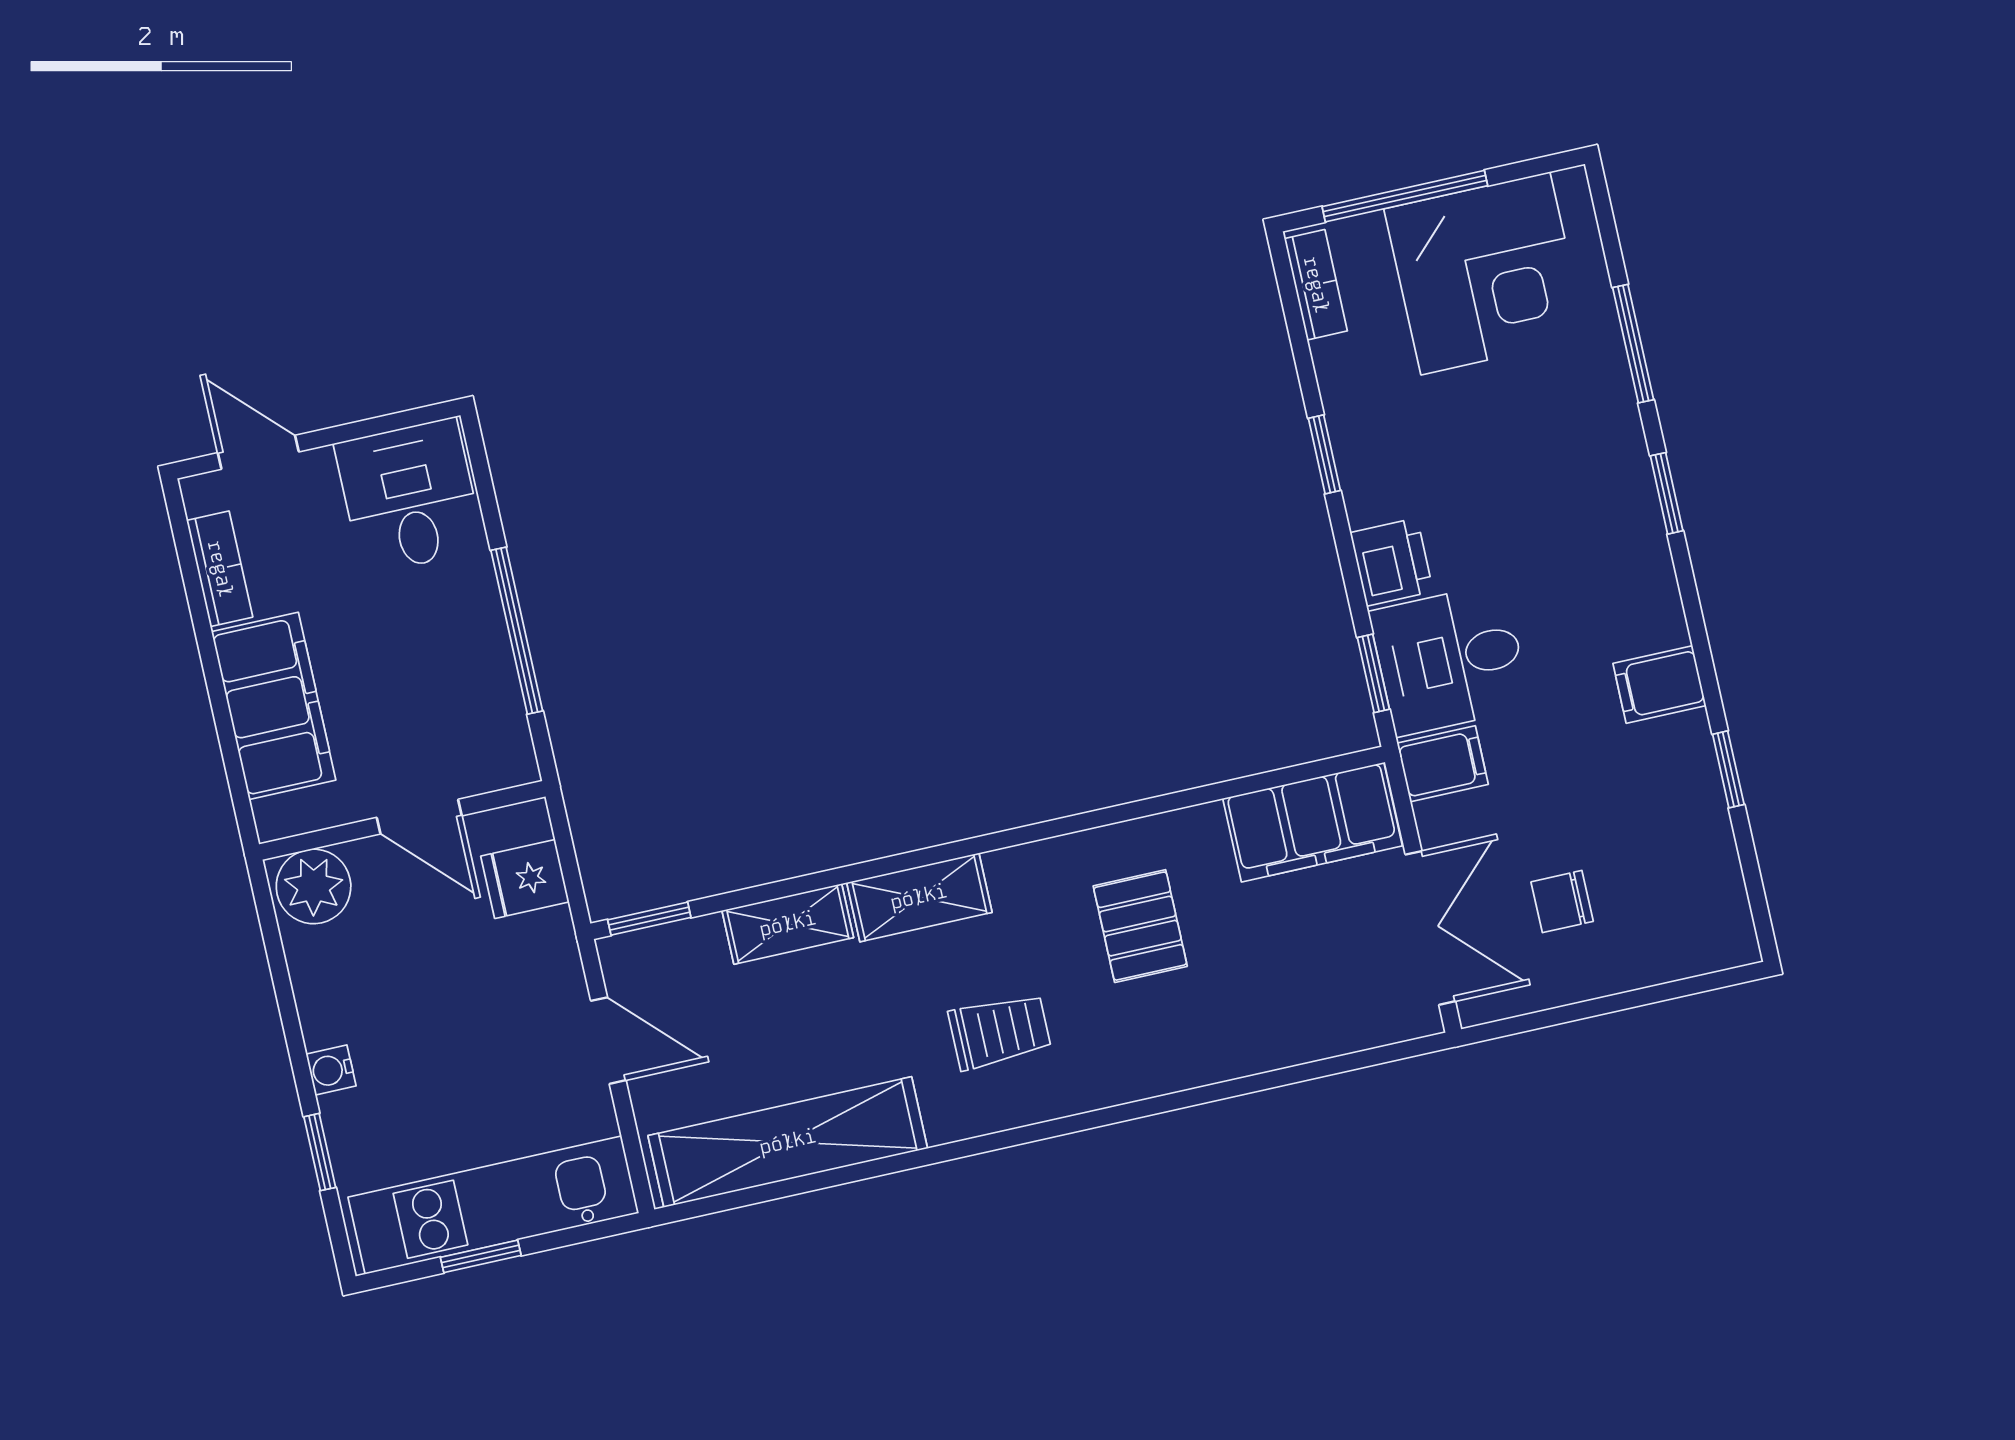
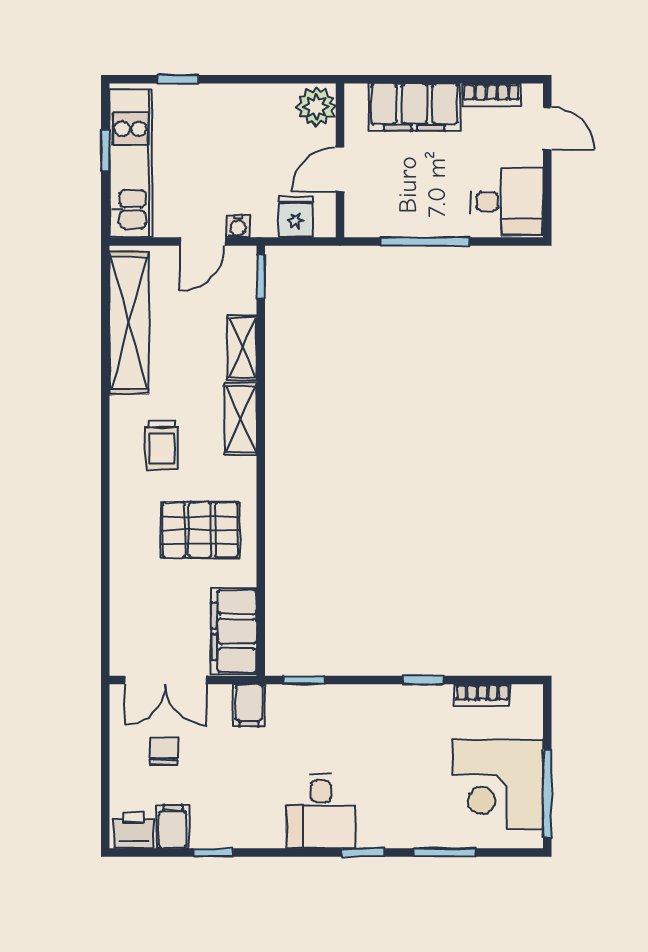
window: (1405, 196) -> (547, 794), moved
bookcase: (1316, 285) -> (482, 695), moved
door: (258, 452) -> (547, 128), hinge flipped
printer: (1392, 562) -> (134, 830), moved, turned 180
desk: (1450, 659) -> (321, 811), moved, turned 180
filing cabinet: (1659, 685) -> (173, 827), moved
pallet: (1140, 926) -> (200, 530), width x1.50, depth x1.42
water cooler: (331, 1070) -> (238, 226), moved, turned 180

